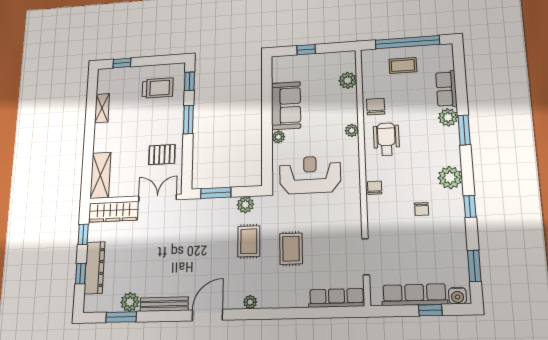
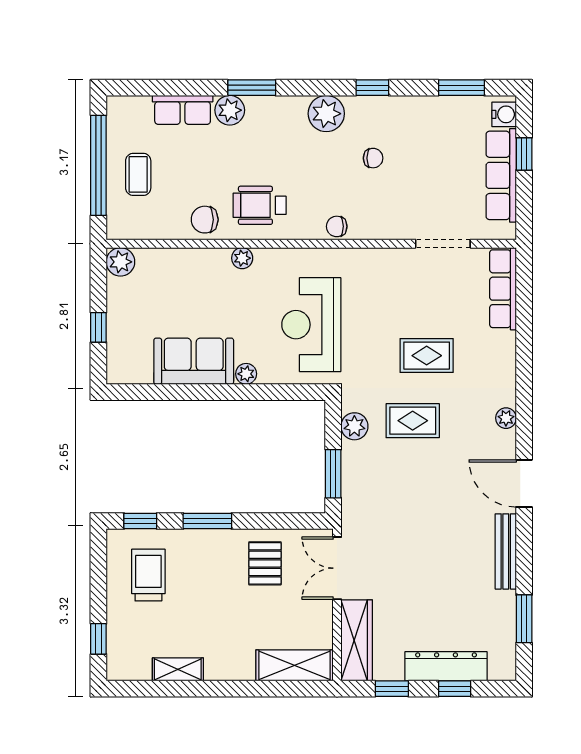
plant: (348, 80) -> (120, 262), moved
plant: (130, 302) -> (501, 606), removed

